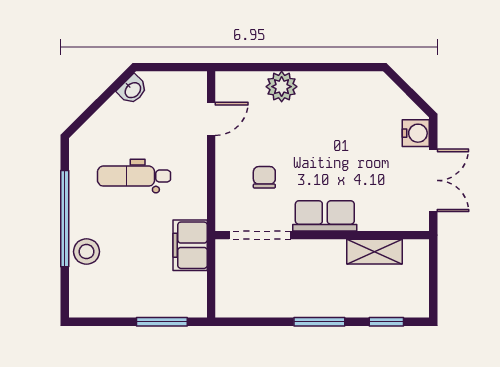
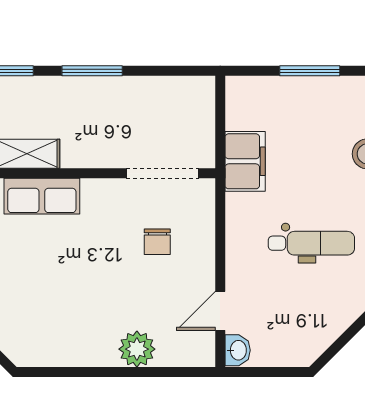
washbasin: (132, 90) -> (238, 350), moved, turned 135
row of seats: (325, 216) -> (42, 196), moved
window: (162, 322) -> (310, 71), moved

